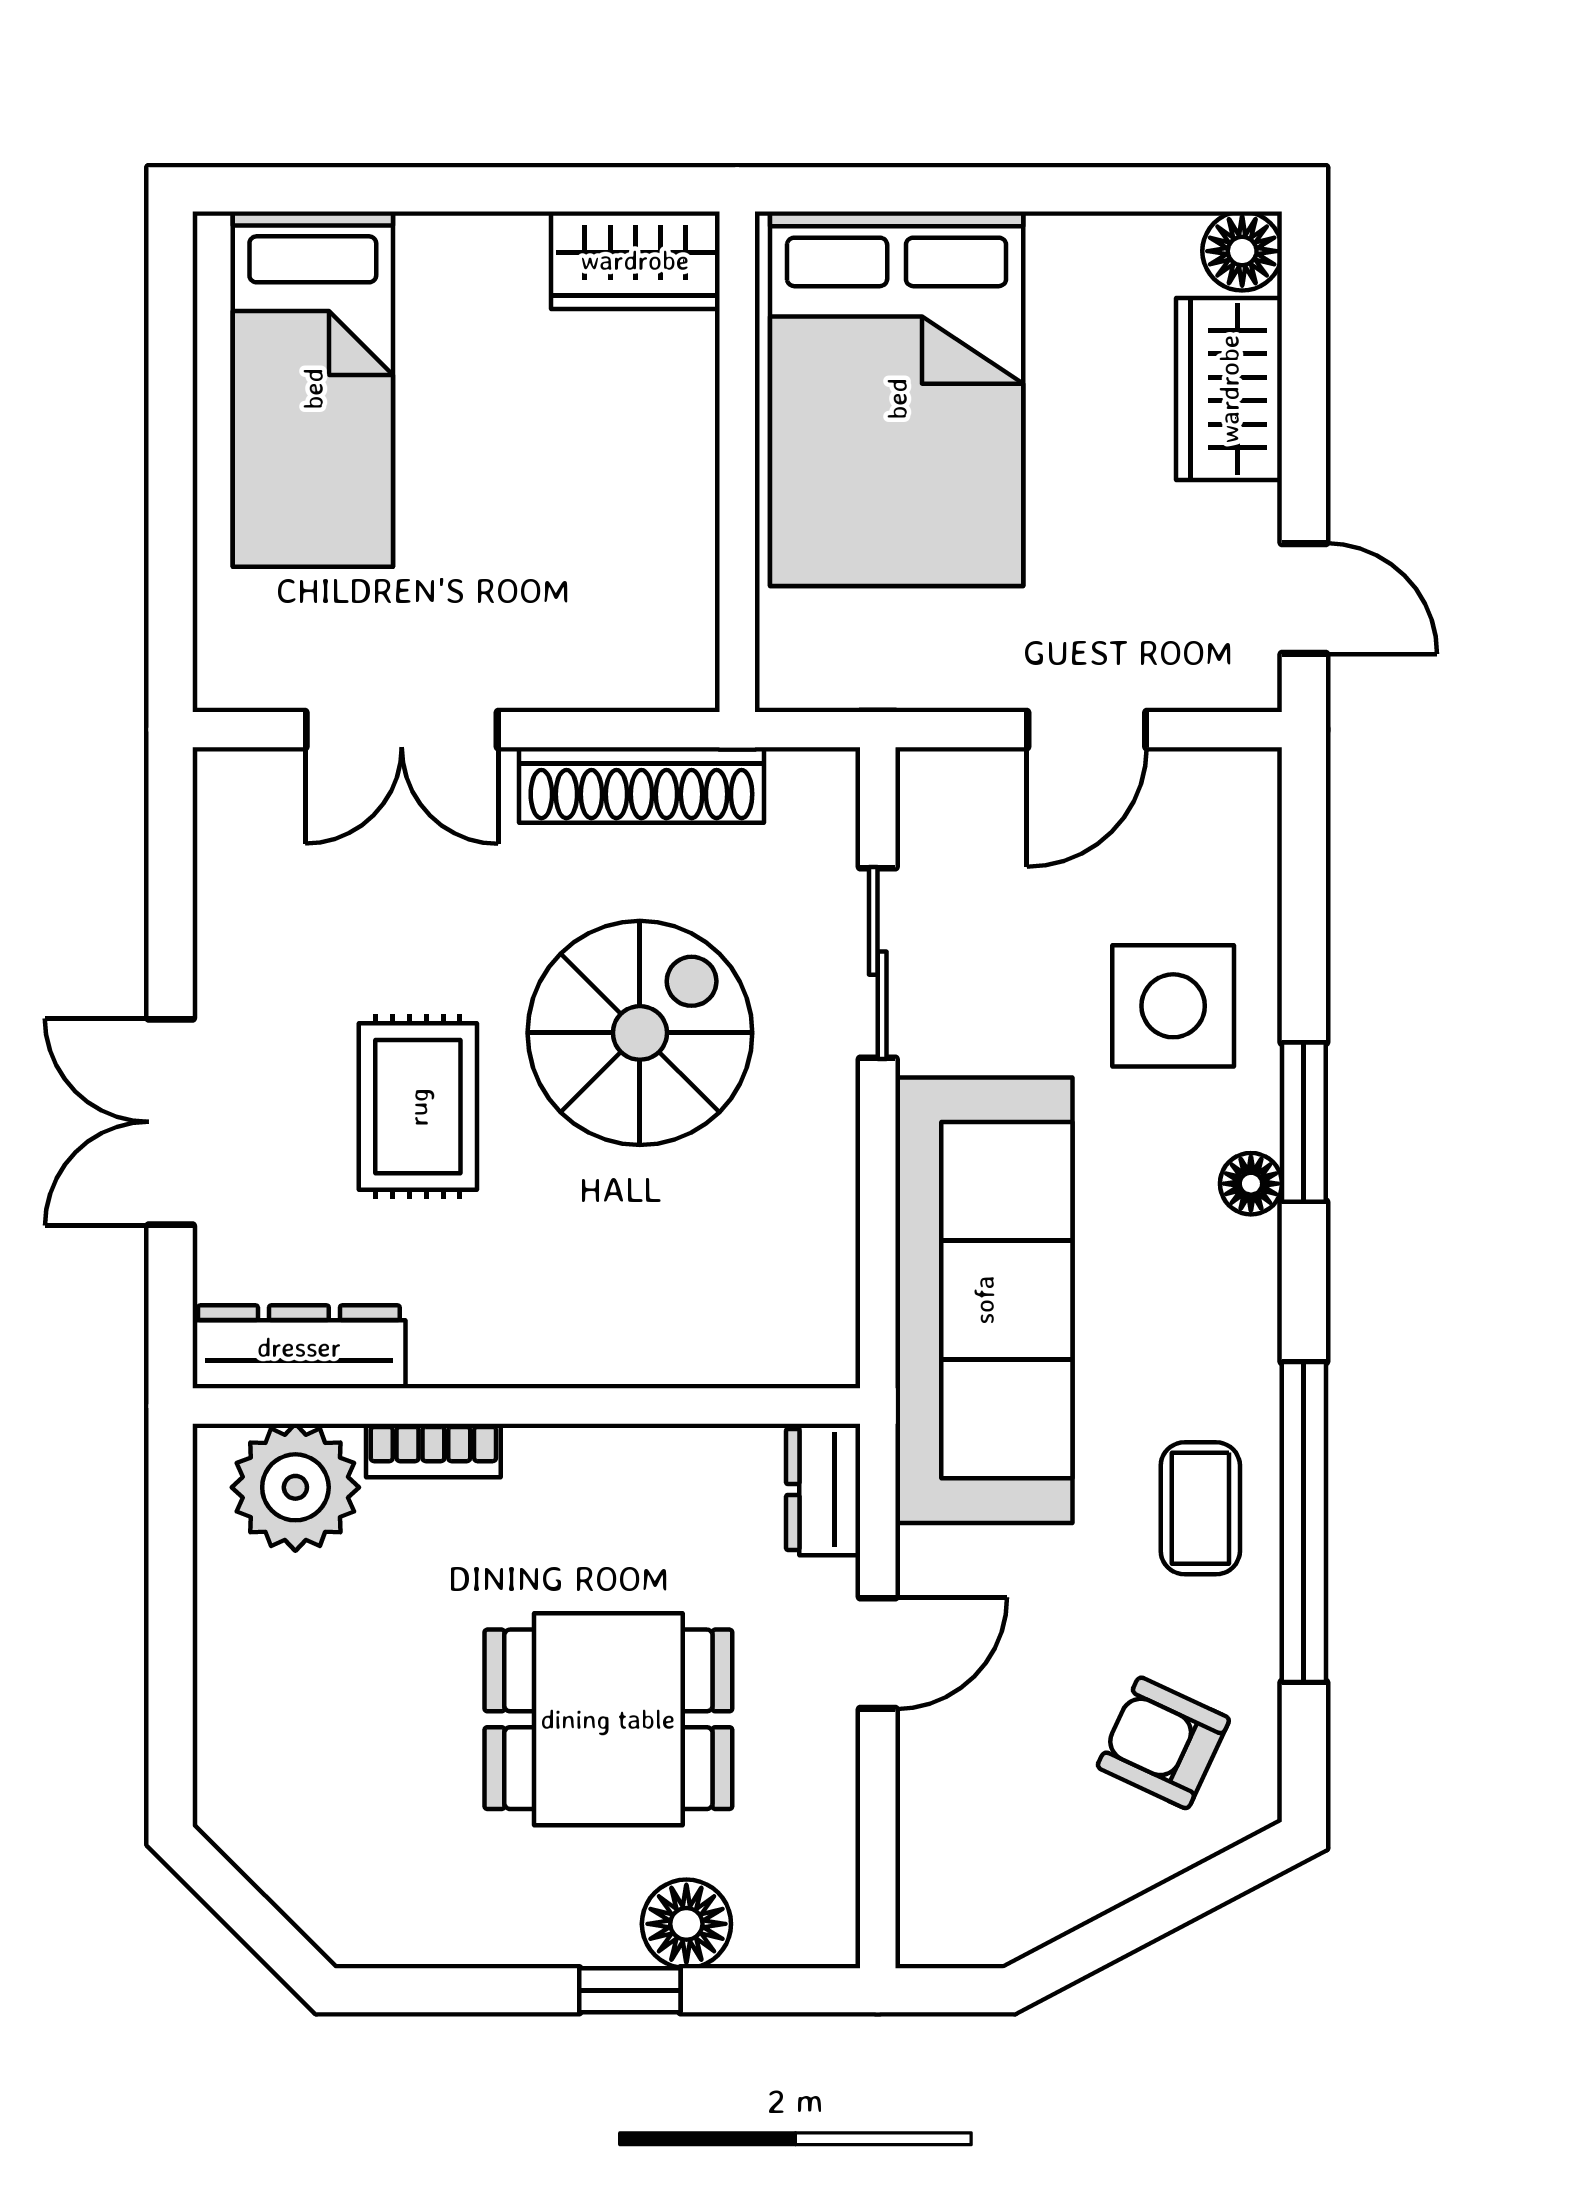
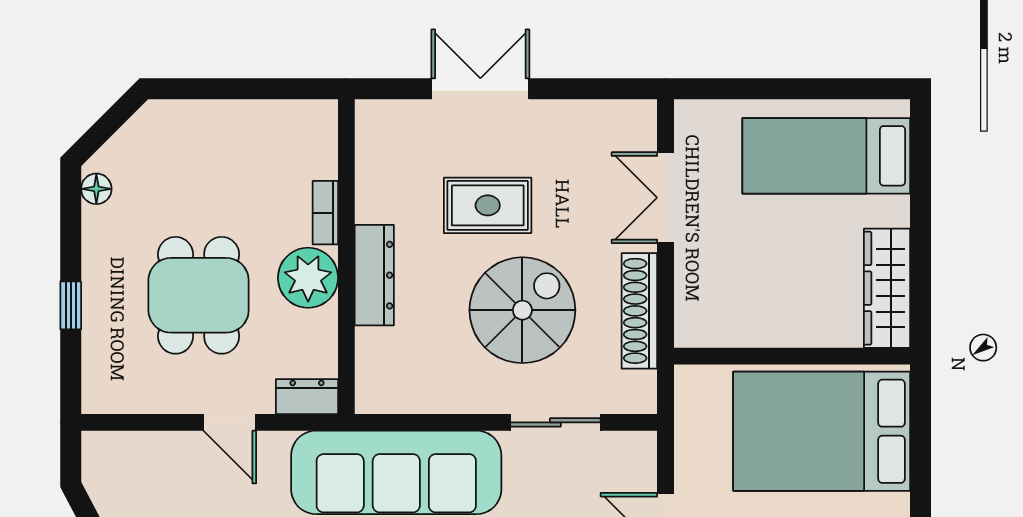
wardrobe: (635, 260) -> (887, 288), width x1.50
spiral stairs: (640, 1033) -> (522, 310), turned -90
dresser: (299, 1347) -> (374, 275), moved
plant: (295, 1487) -> (308, 278), moved
floor lamp: (686, 1924) -> (96, 189), moved, width x0.73, depth x0.73

